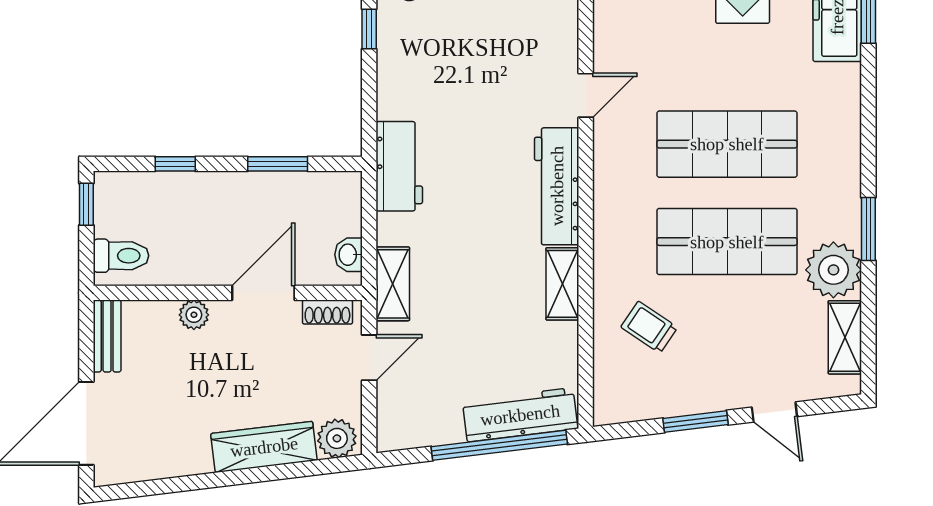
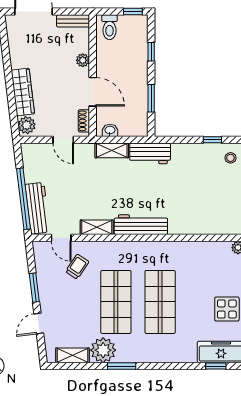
door: (586, 95) -> (61, 238), moved
shelving: (393, 284) -> (112, 150), moved

